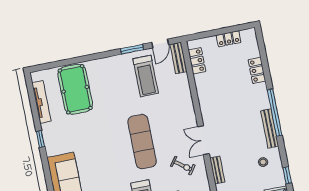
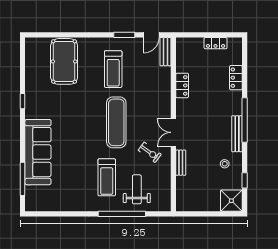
locker: (197, 61) -> (182, 85), moved
treadmill: (146, 76) -> (113, 69), moved
tv unit: (41, 102) -> (30, 67), removed

